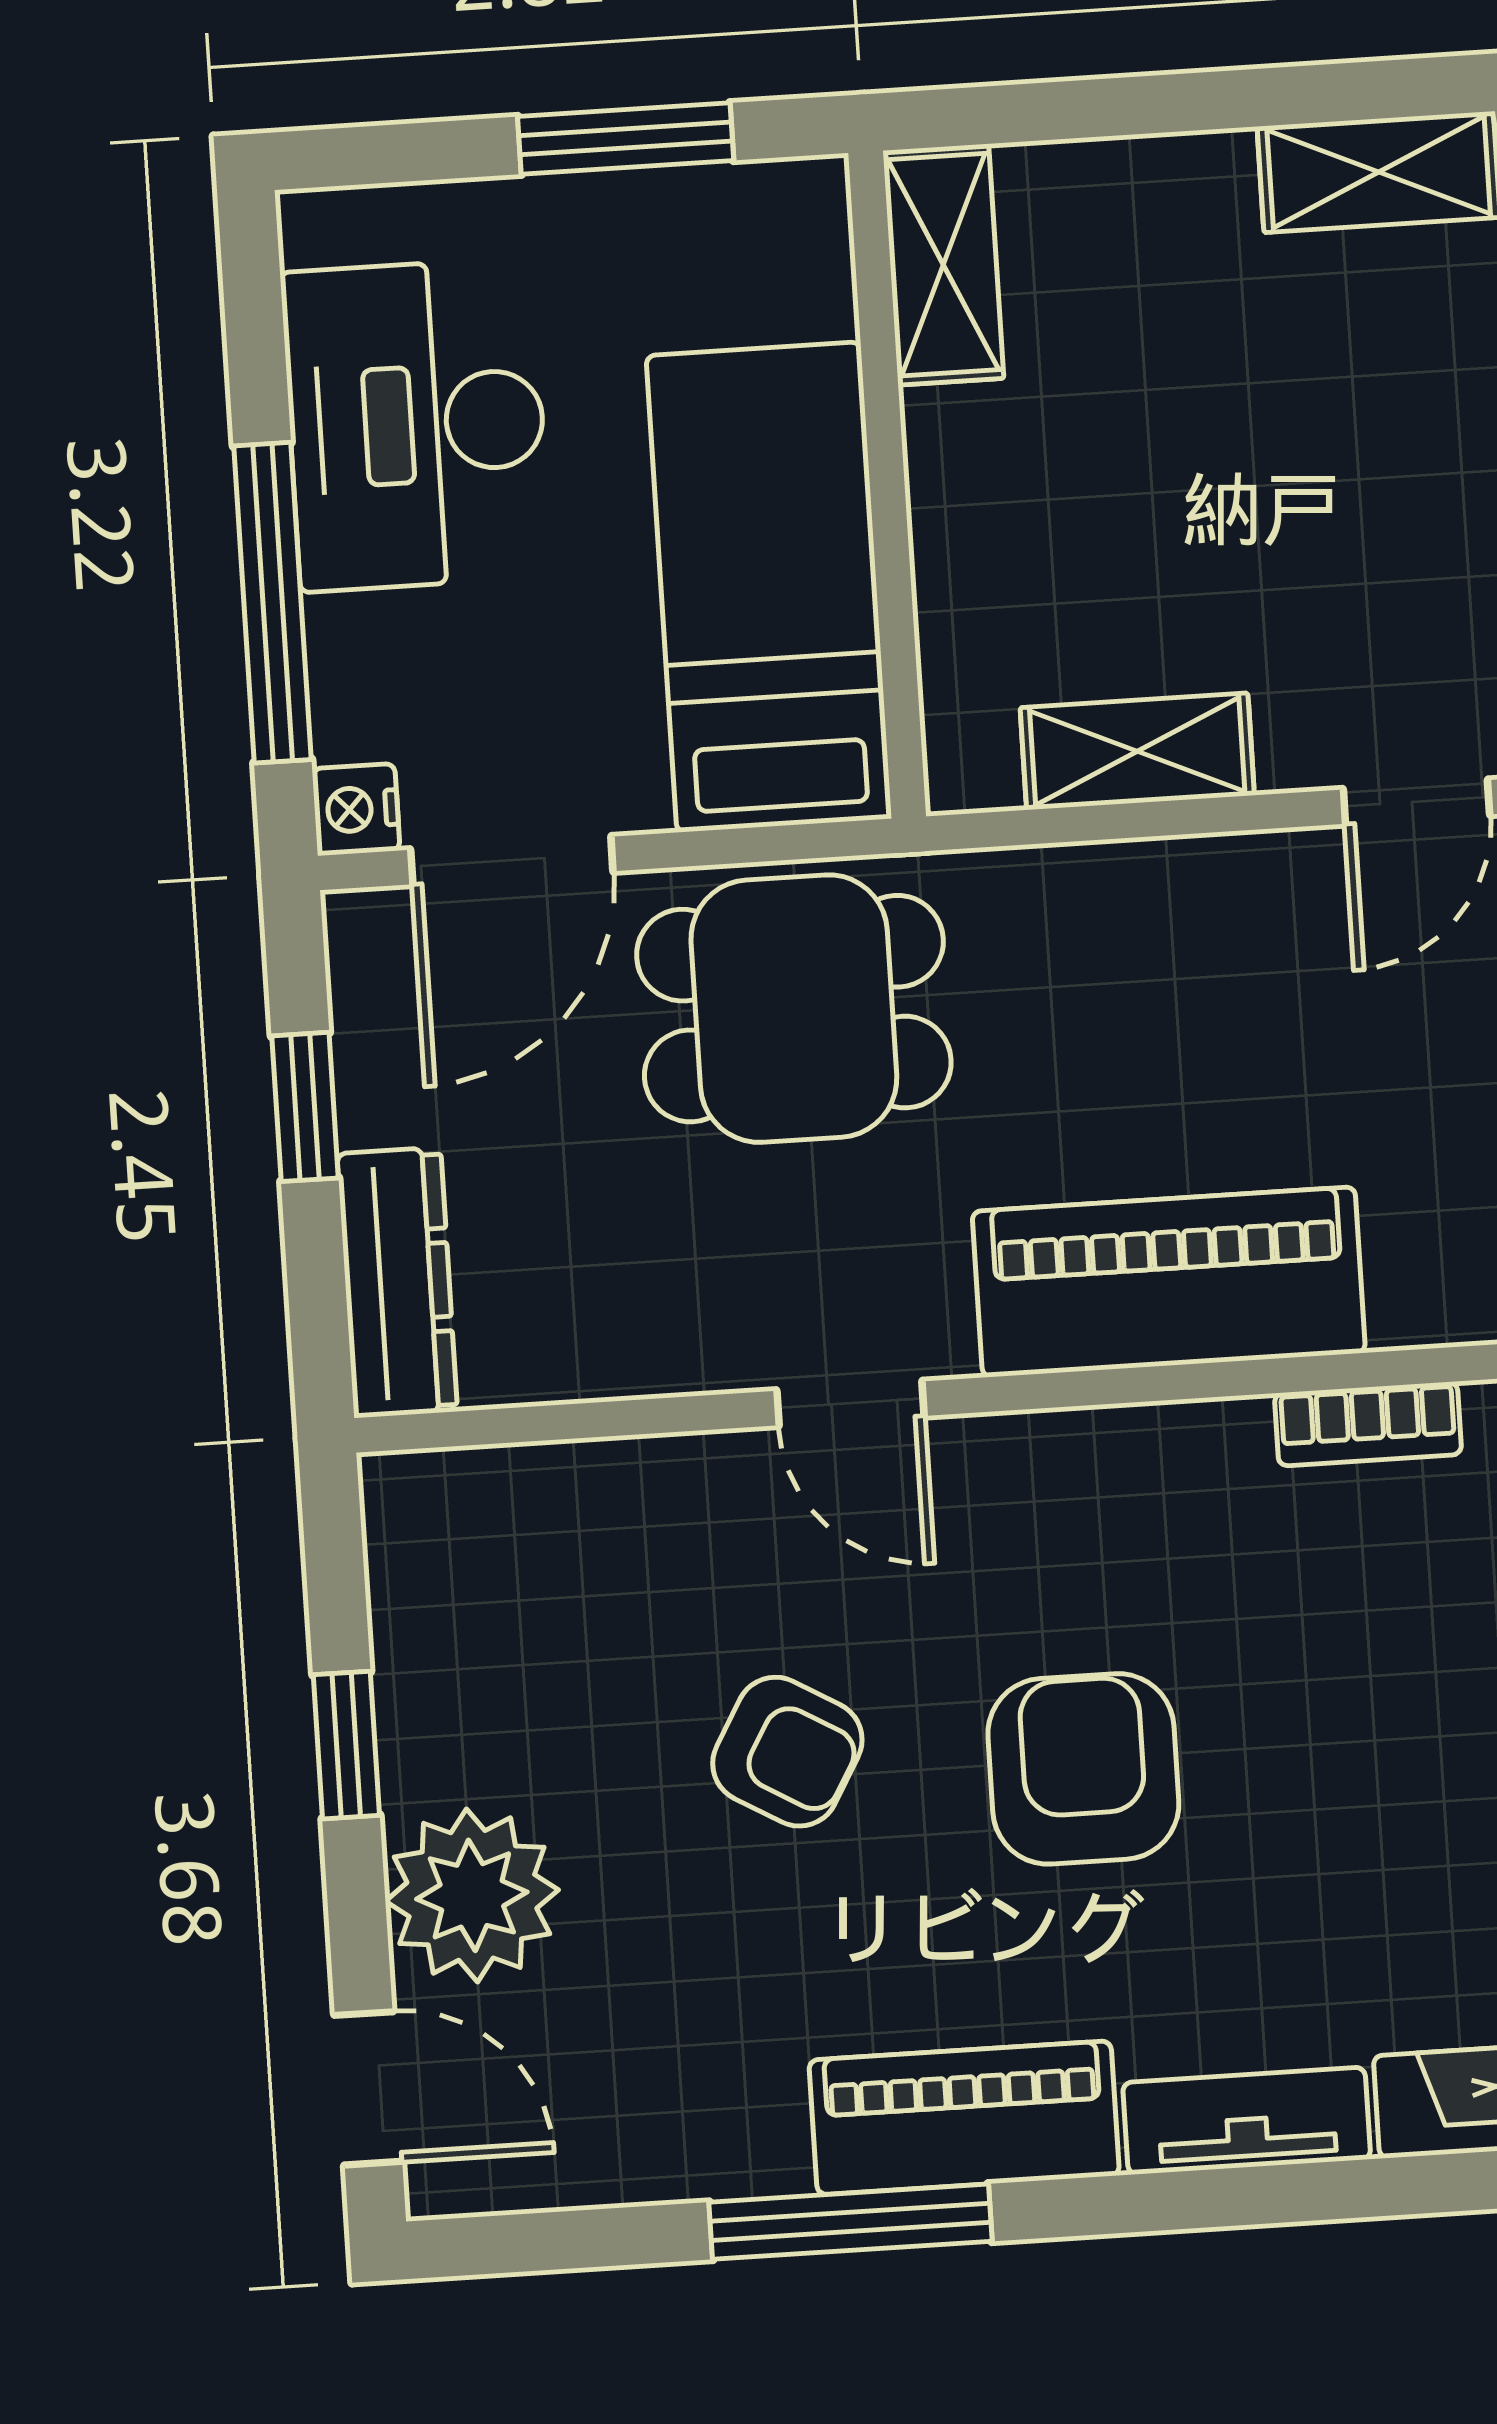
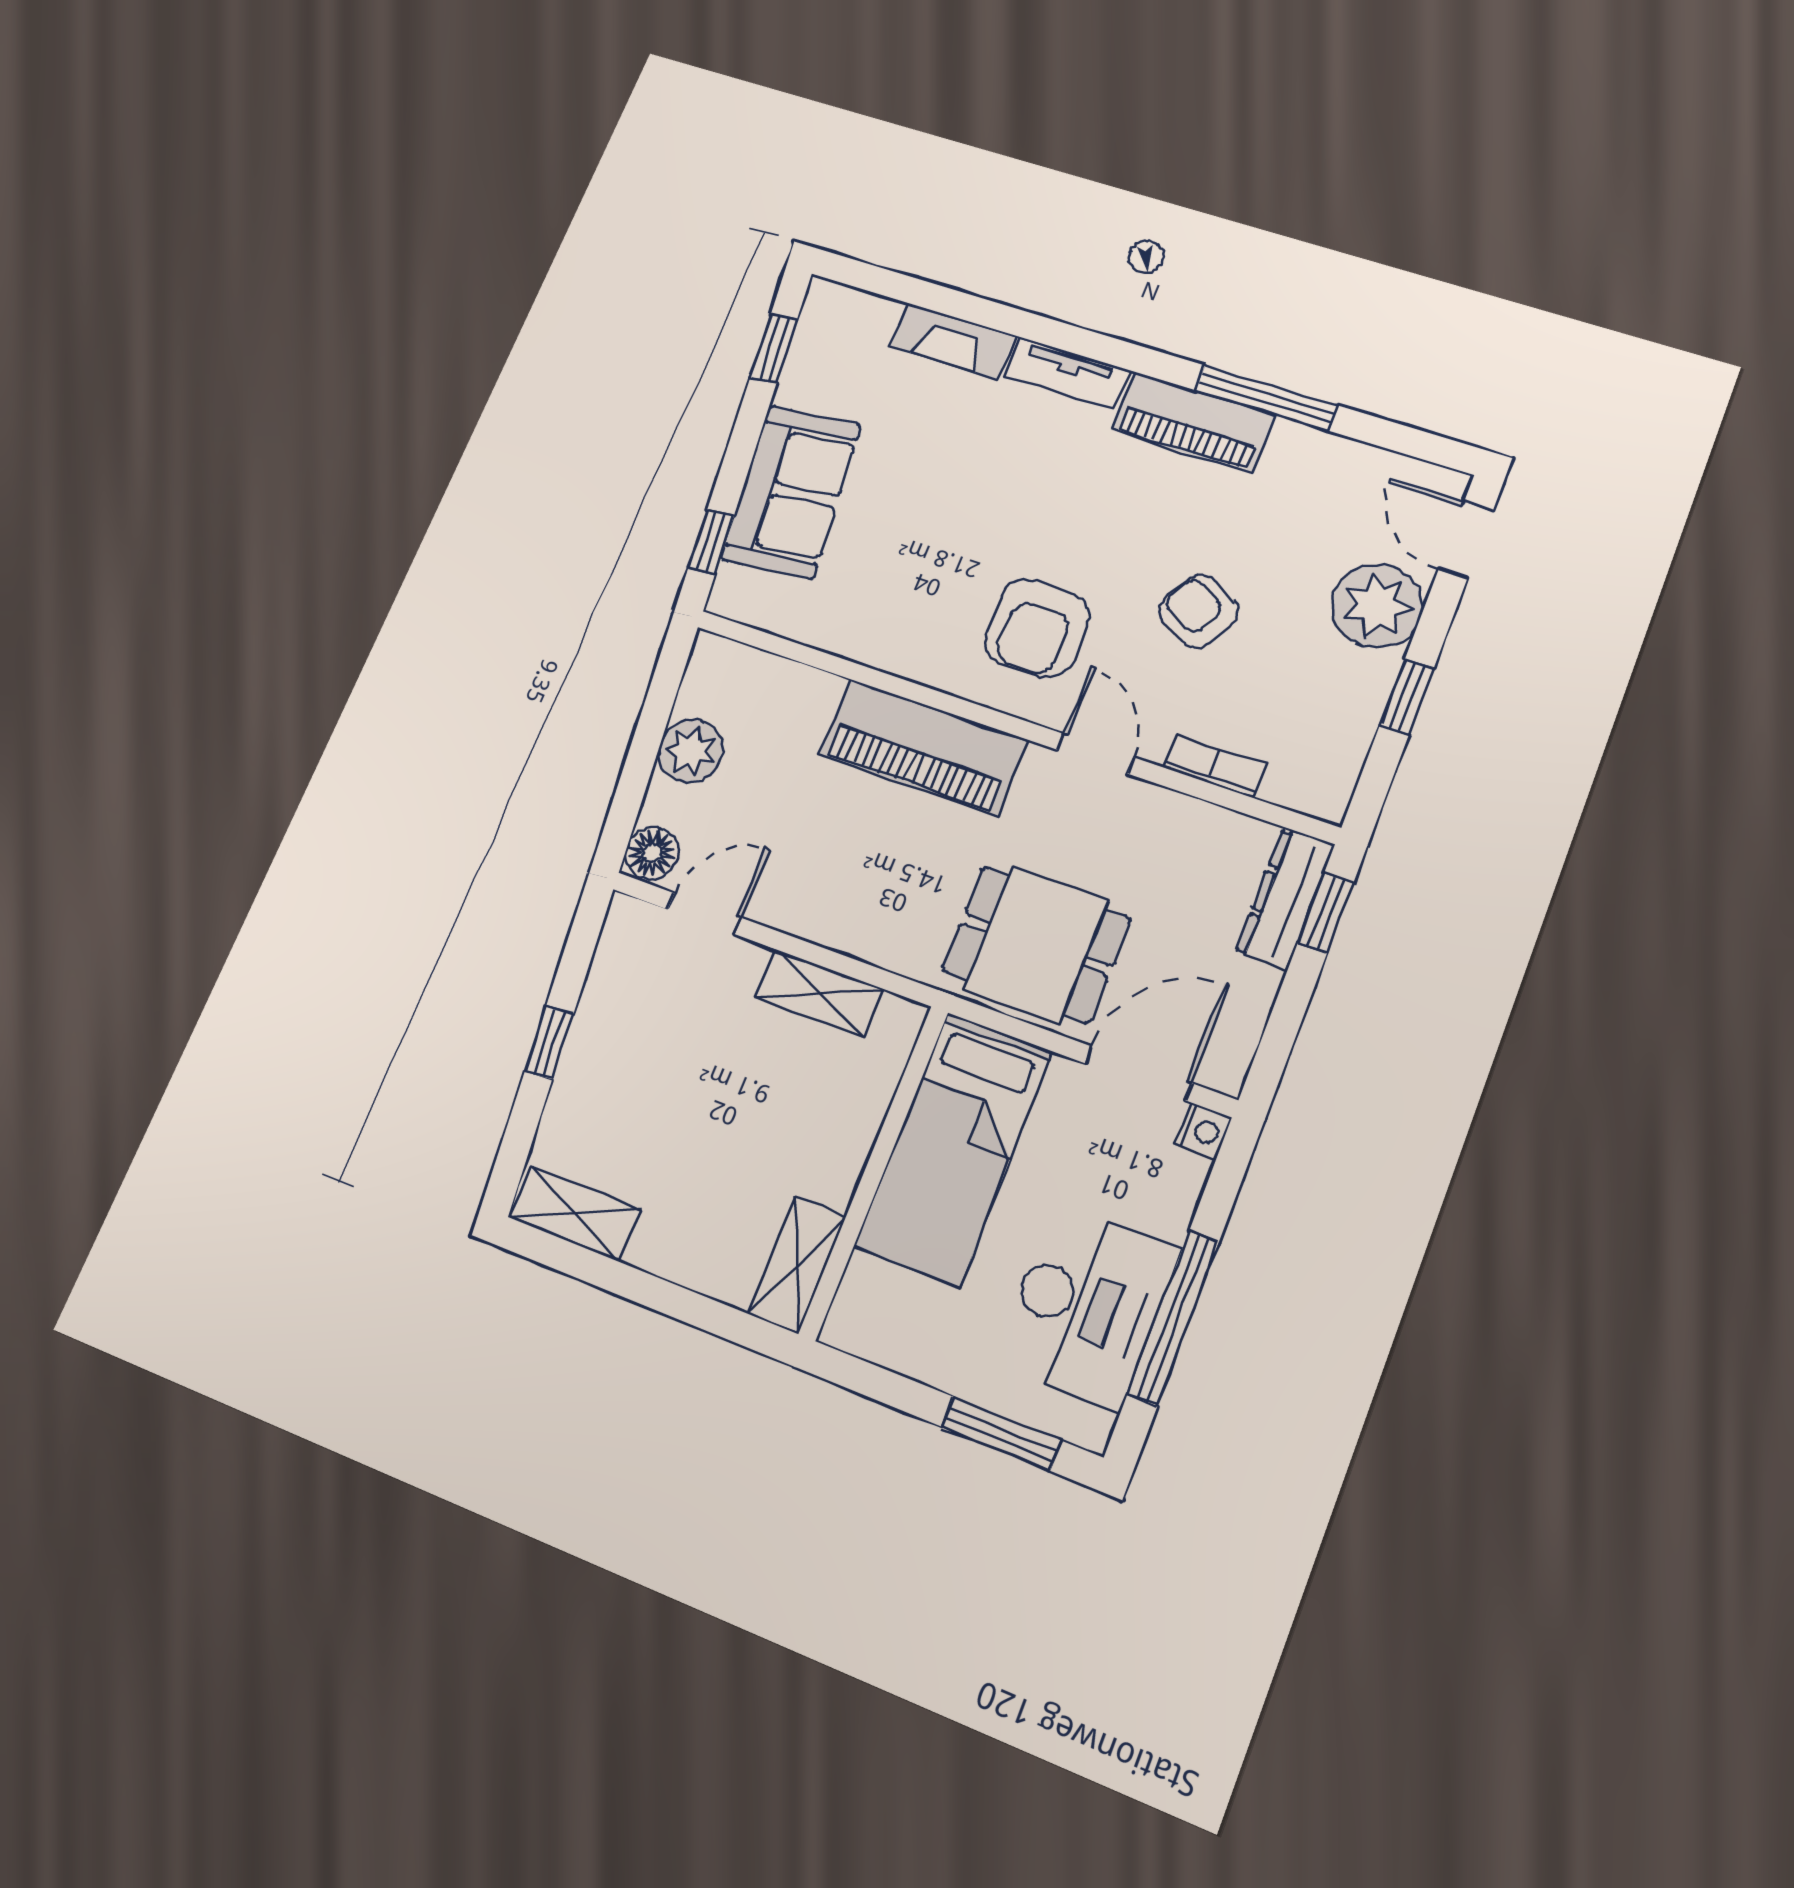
window: (626, 139) -> (1001, 1434), moved
window: (272, 603) -> (1173, 1318), moved
window: (305, 1107) -> (1326, 913), moved
bookcase: (1368, 1424) -> (1215, 766), moved
armchair: (1083, 1769) -> (1037, 628), moved

